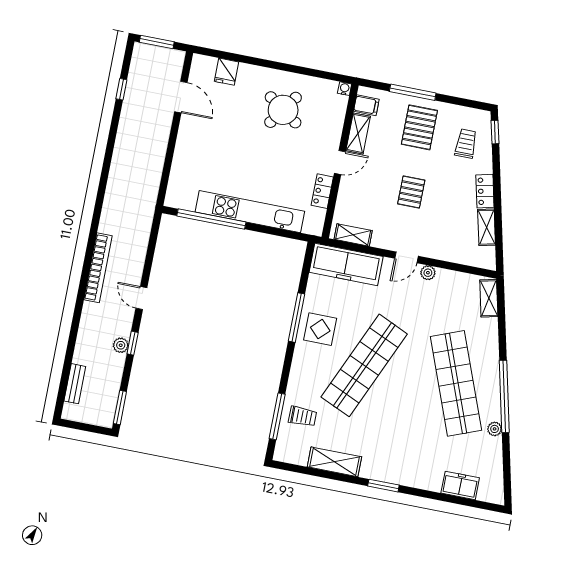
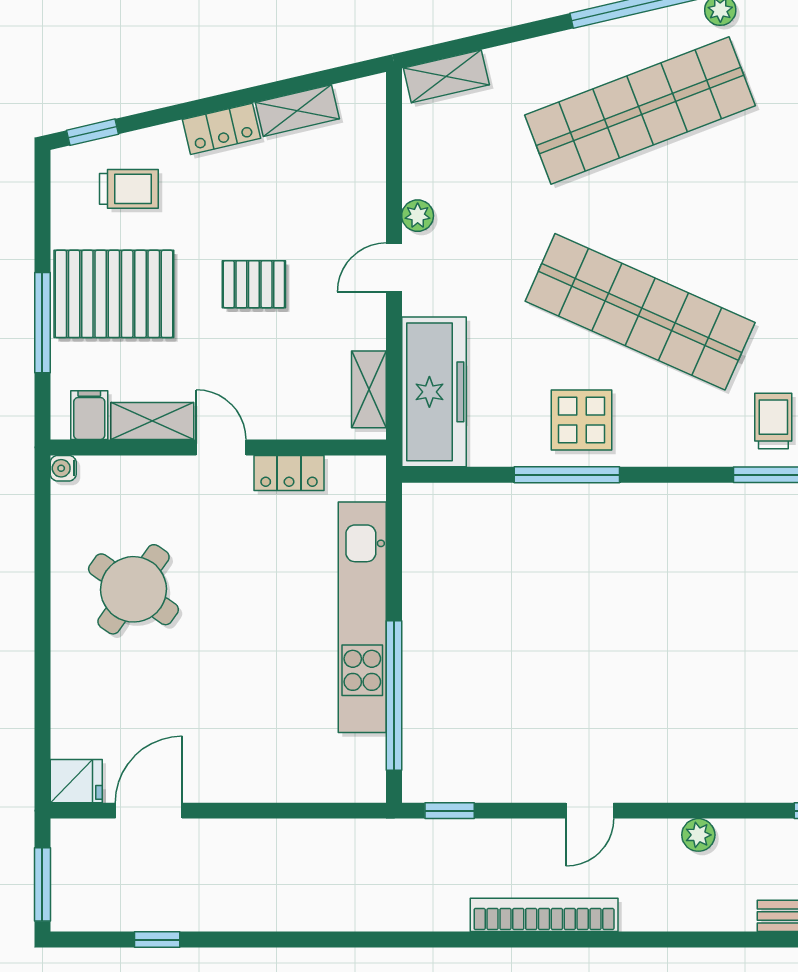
fridge: (226, 72) -> (76, 781), moved
pallet: (419, 127) -> (114, 294), width x1.37, depth x1.41
trolley: (466, 144) -> (129, 189), turned 180
door: (406, 257) -> (394, 267), swing flipped
window: (133, 343) -> (450, 811), moved

